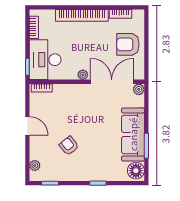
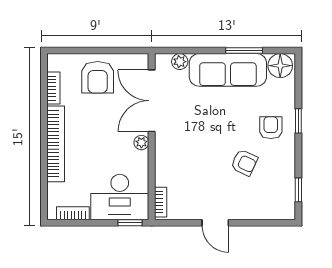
plant: (139, 89) -> (180, 62), moved
door: (27, 126) -> (215, 223), swing flipped
armchair: (69, 146) -> (244, 163), turned -116
armchair: (93, 164) -> (271, 128), added
plant: (35, 165) -> (273, 212), removed

